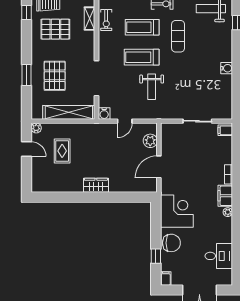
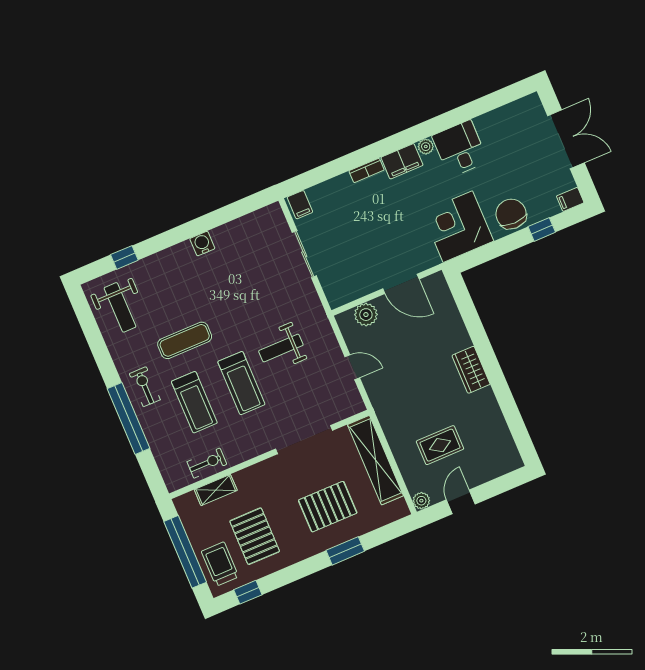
weight bench: (152, 87) -> (281, 348), turned 180
water cooler: (104, 114) -> (354, 404), removed
desk: (219, 256) -> (460, 149), moved

